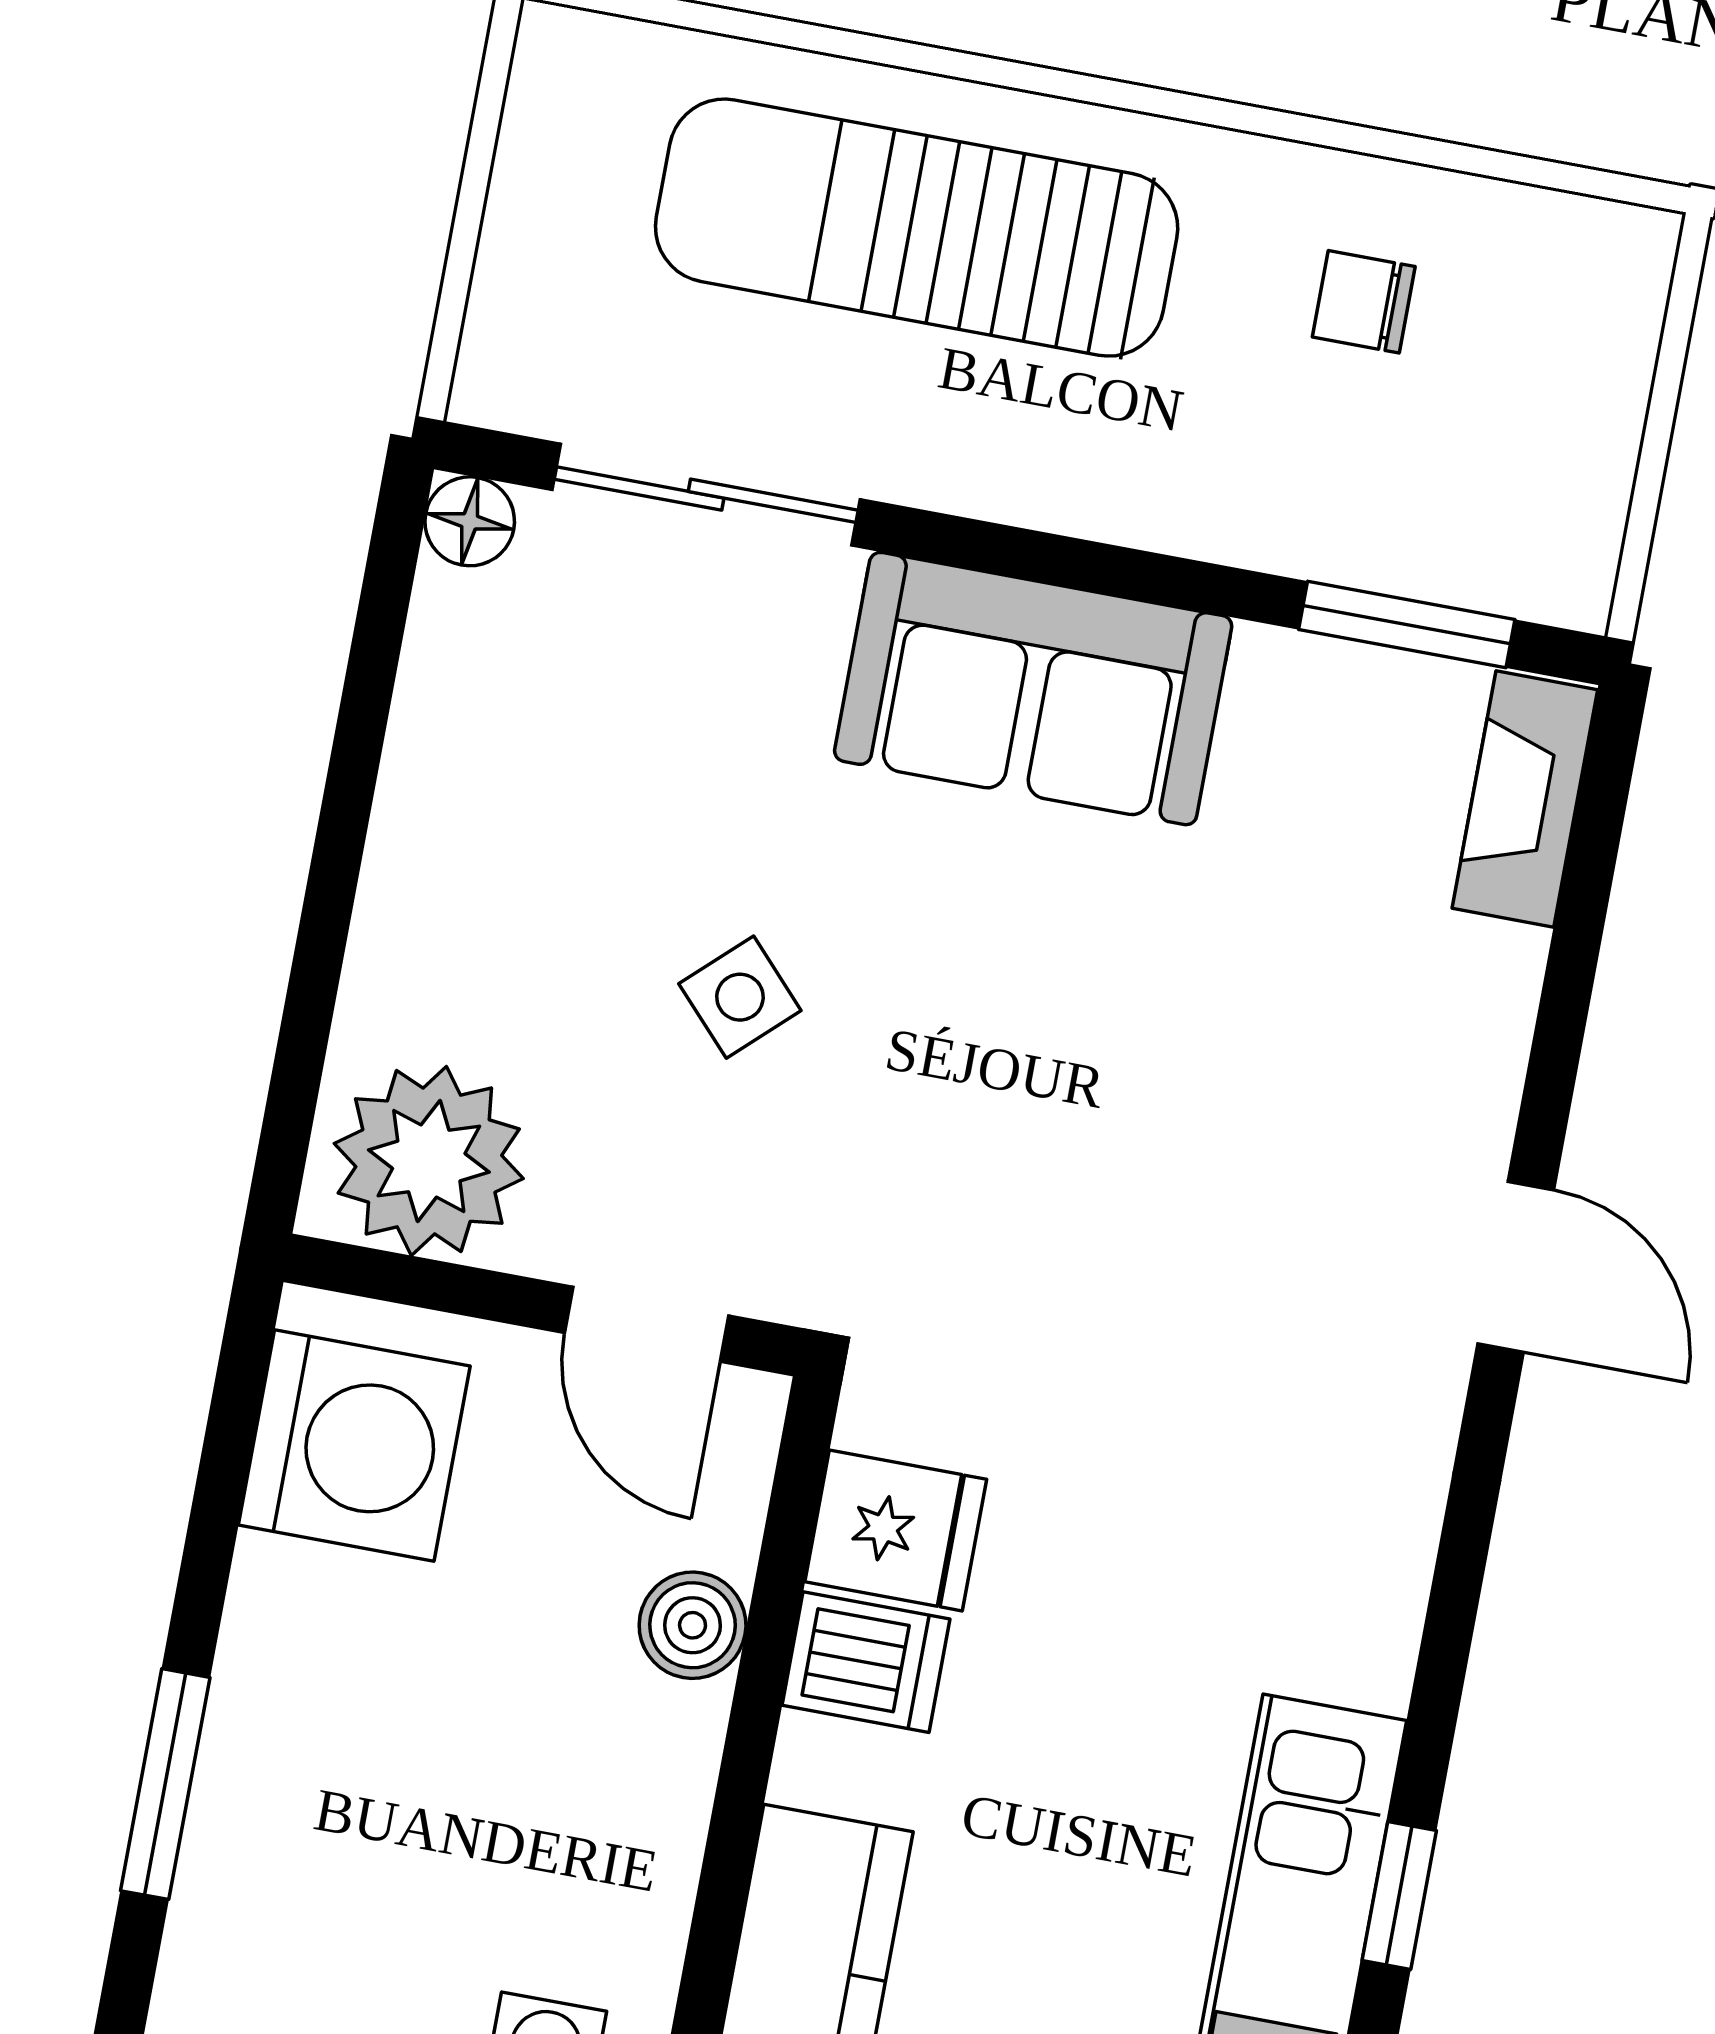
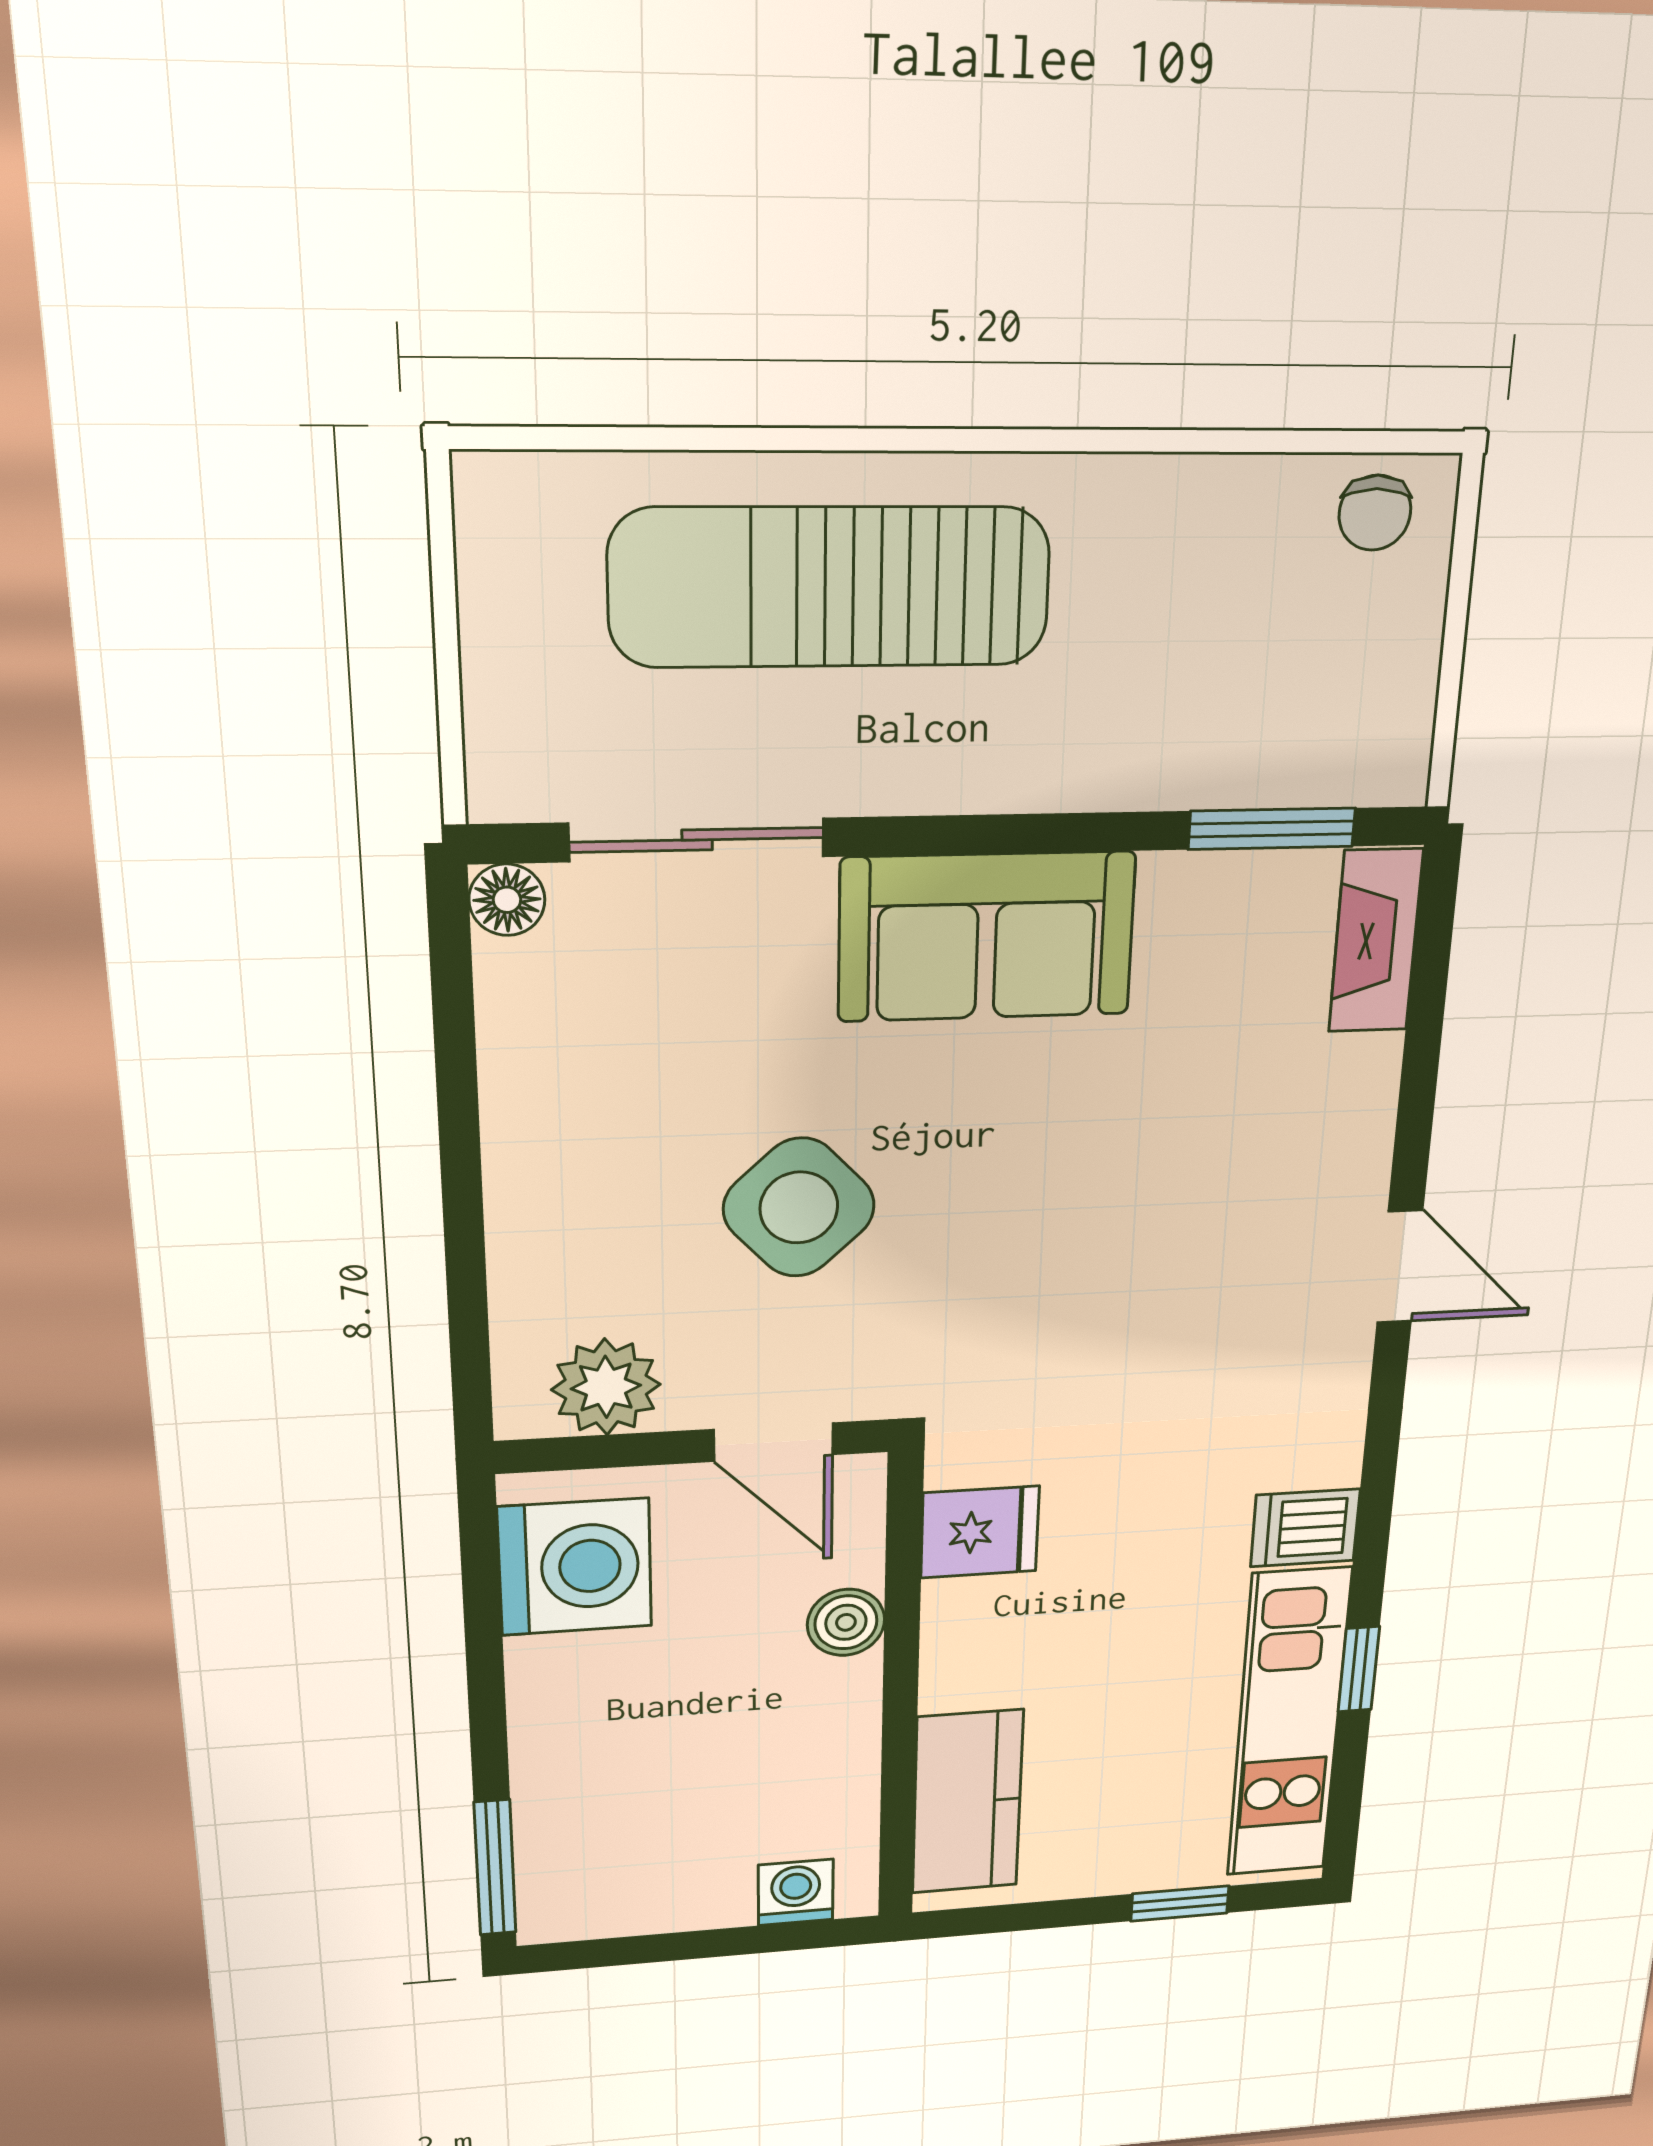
chair: (1364, 302) -> (1375, 513), moved, turned -90
side table: (740, 997) -> (799, 1207), width x1.87, depth x1.87
plant: (429, 1161) -> (606, 1387), width x0.73, depth x0.73
dishwasher: (866, 1662) -> (1305, 1528), moved, turned 180
window: (165, 1784) -> (495, 1868), moved

